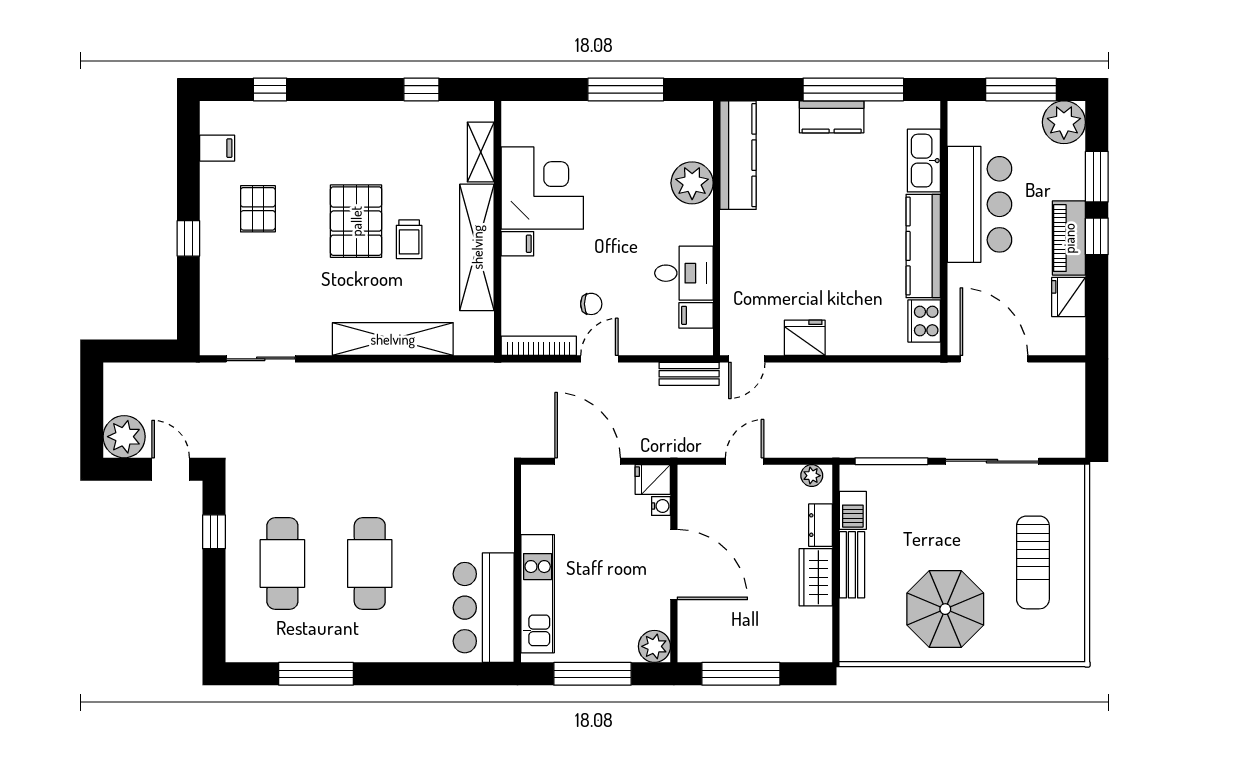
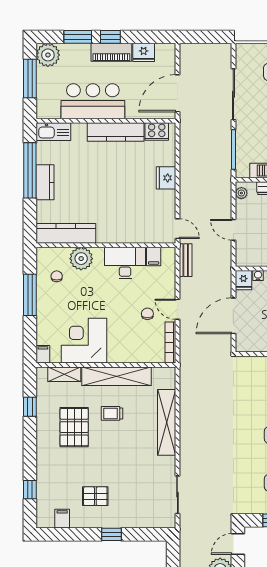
chair: (660, 138) -> (57, 276), added
kitchen sink: (924, 161) -> (53, 132), moved
pallet: (356, 221) -> (74, 427), moved, turned 90
trolley: (409, 239) -> (112, 413), turned 180
filing cabinet: (517, 244) -> (43, 354), moved
desk: (684, 273) -> (125, 263), width x1.37
fridge: (805, 338) -> (166, 178), moved

